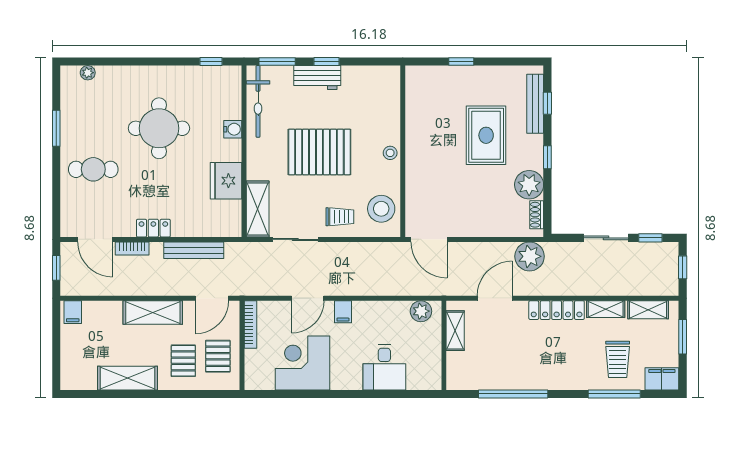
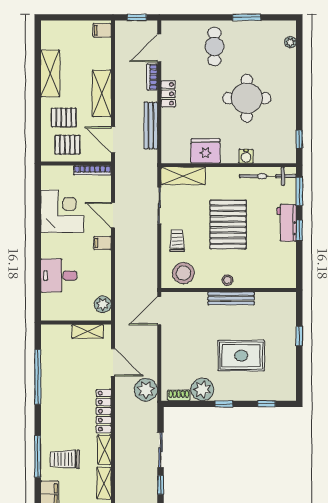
bench: (535, 104) -> (231, 298), moved
trolley: (340, 217) -> (177, 241), turned 180

